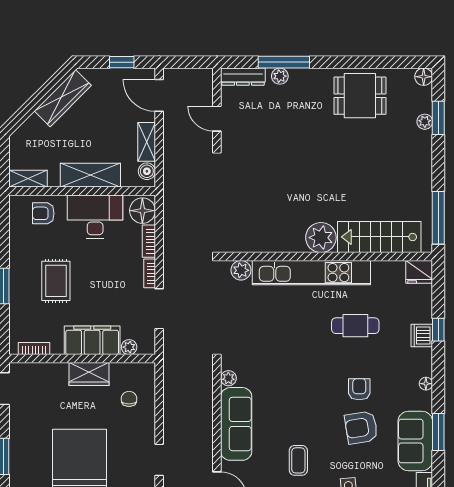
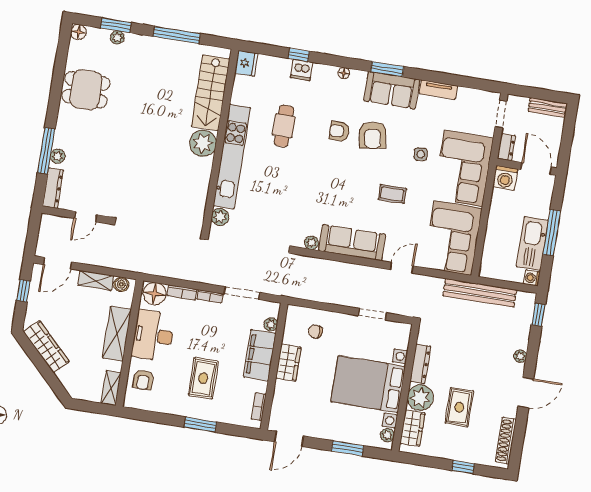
dining table: (360, 96) -> (86, 90), turned 90
window: (438, 218) -> (177, 35), moved
rug: (56, 281) -> (203, 378), turned 90

